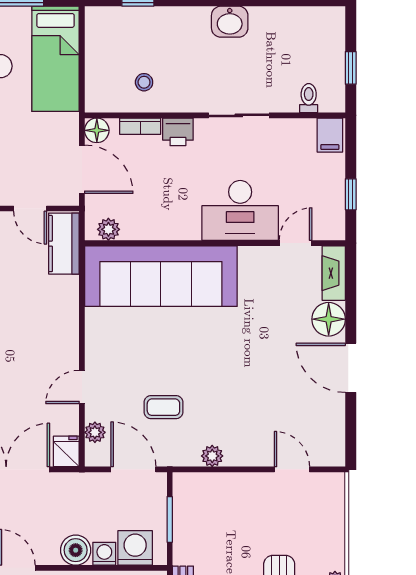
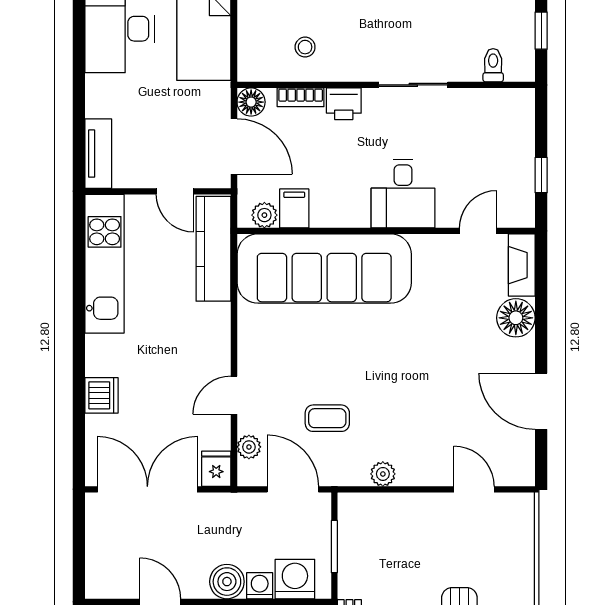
filing cabinet: (330, 135) -> (294, 208), moved, turned 180
desk: (240, 210) -> (403, 194), width x0.73
kitchen counter: (64, 244) -> (213, 249), width x1.50
door: (351, 368) -> (541, 401), moved

